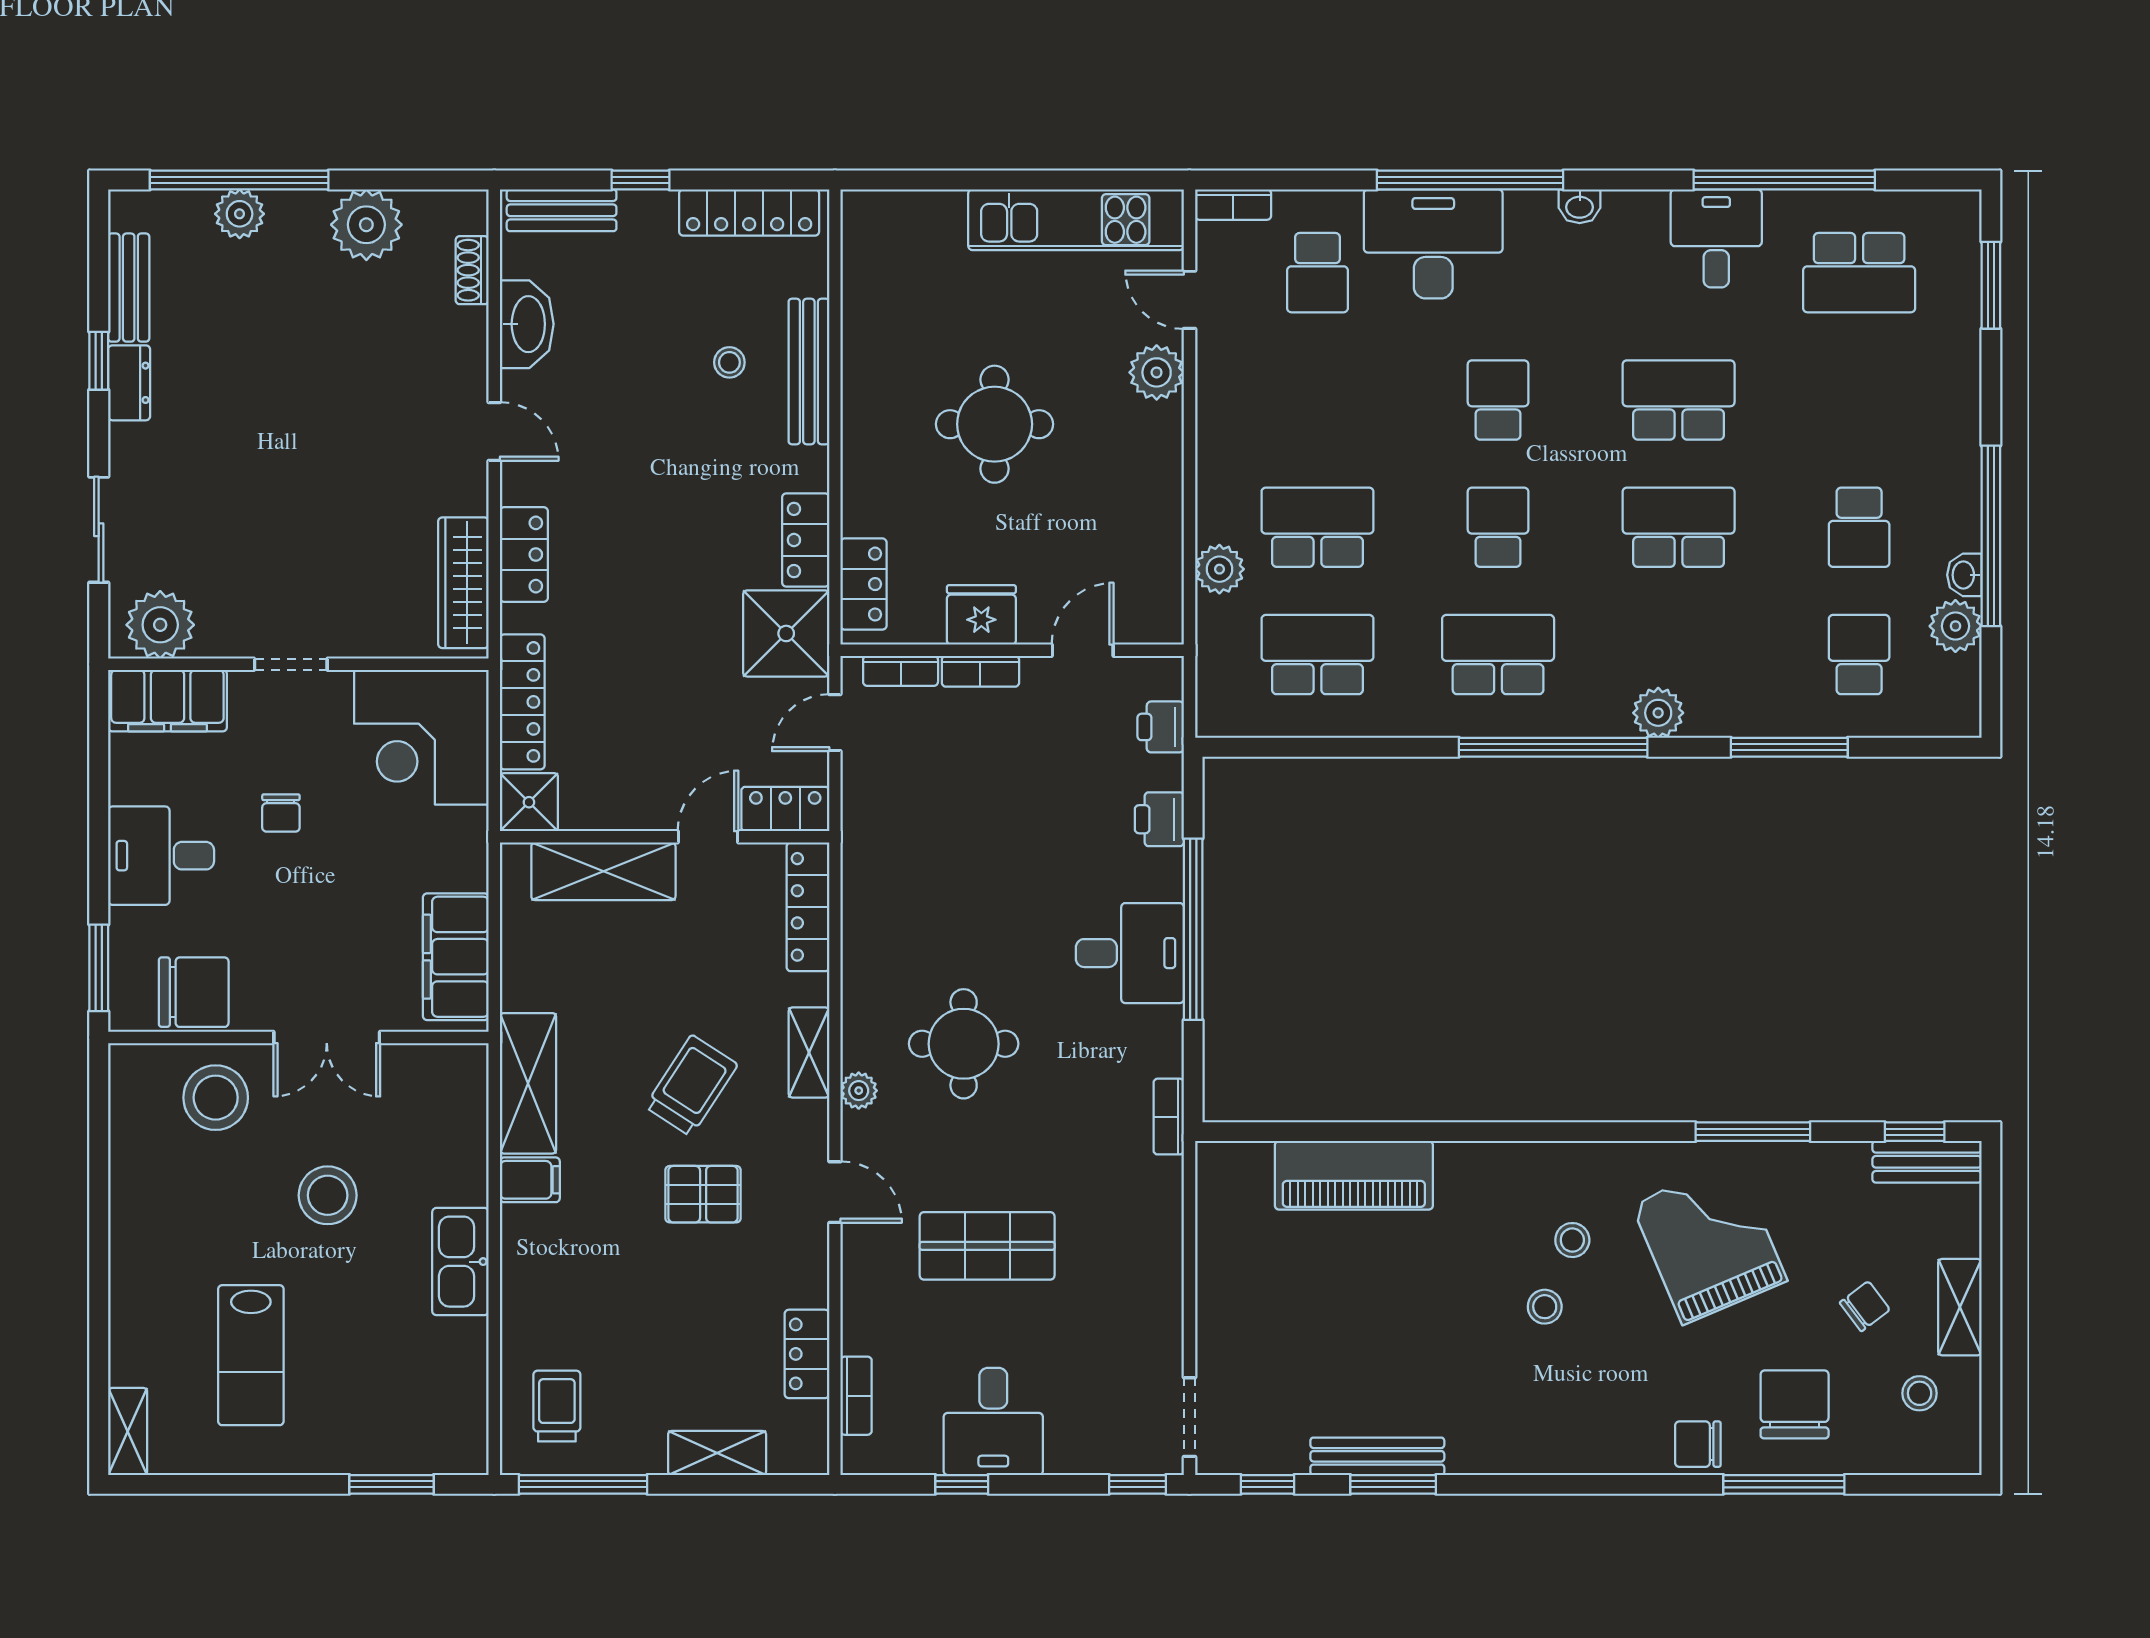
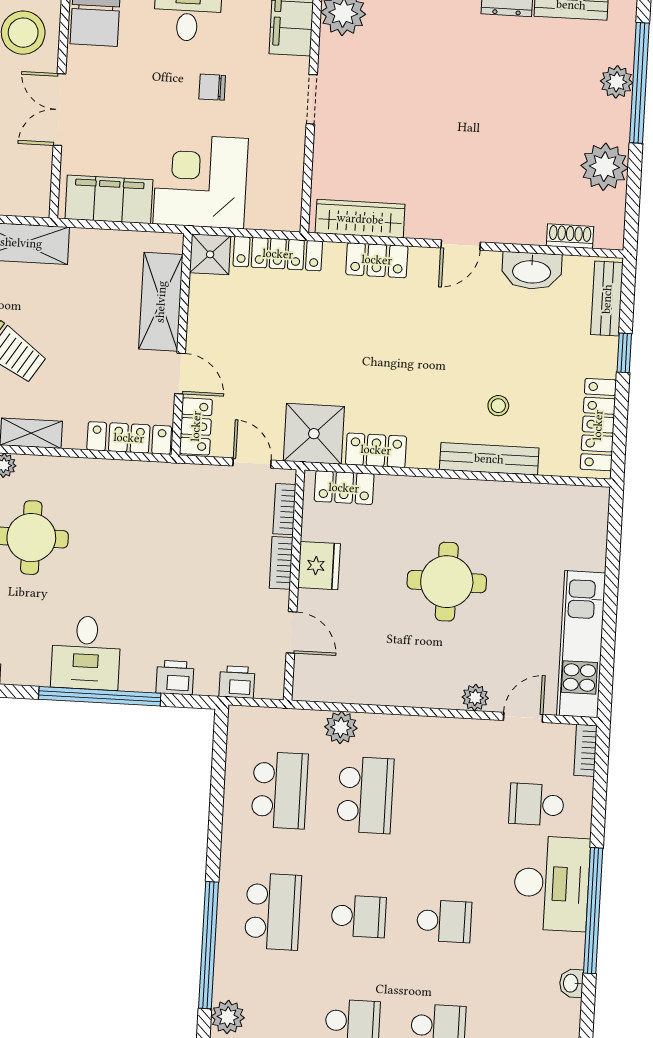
plant: (1157, 372) -> (475, 698), width x0.73, depth x0.73
corner desk: (421, 737) -> (201, 181), moved

